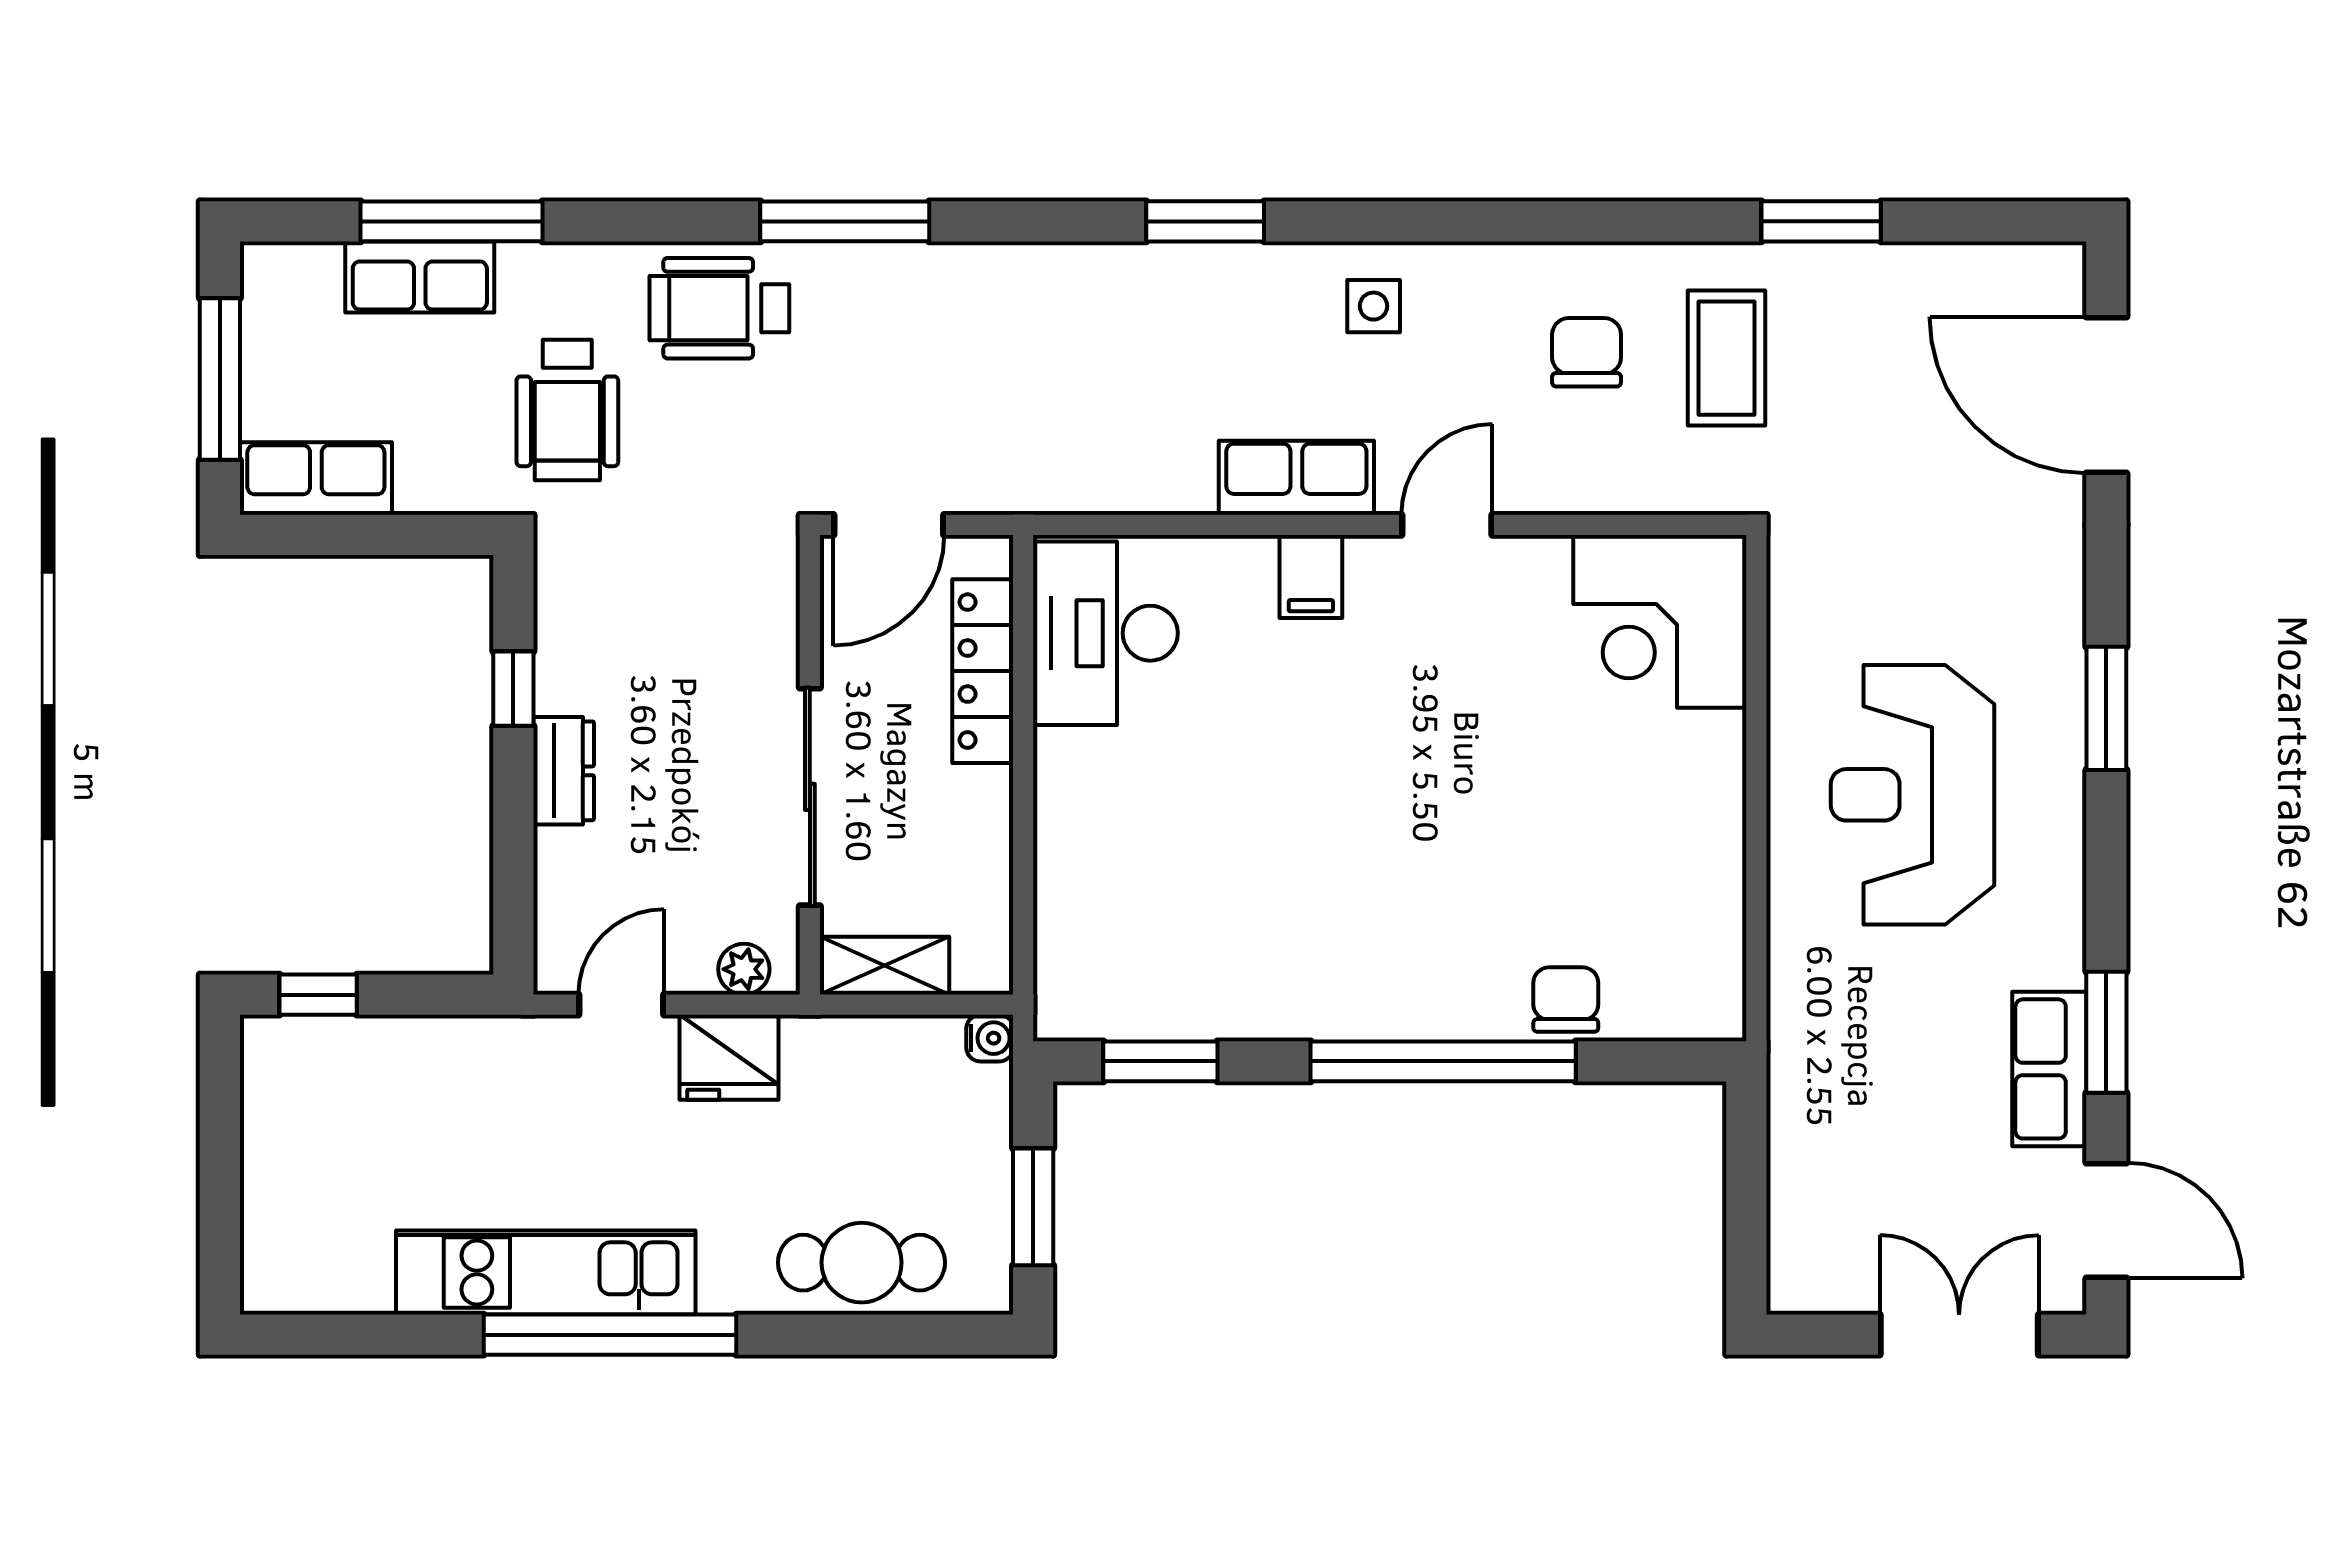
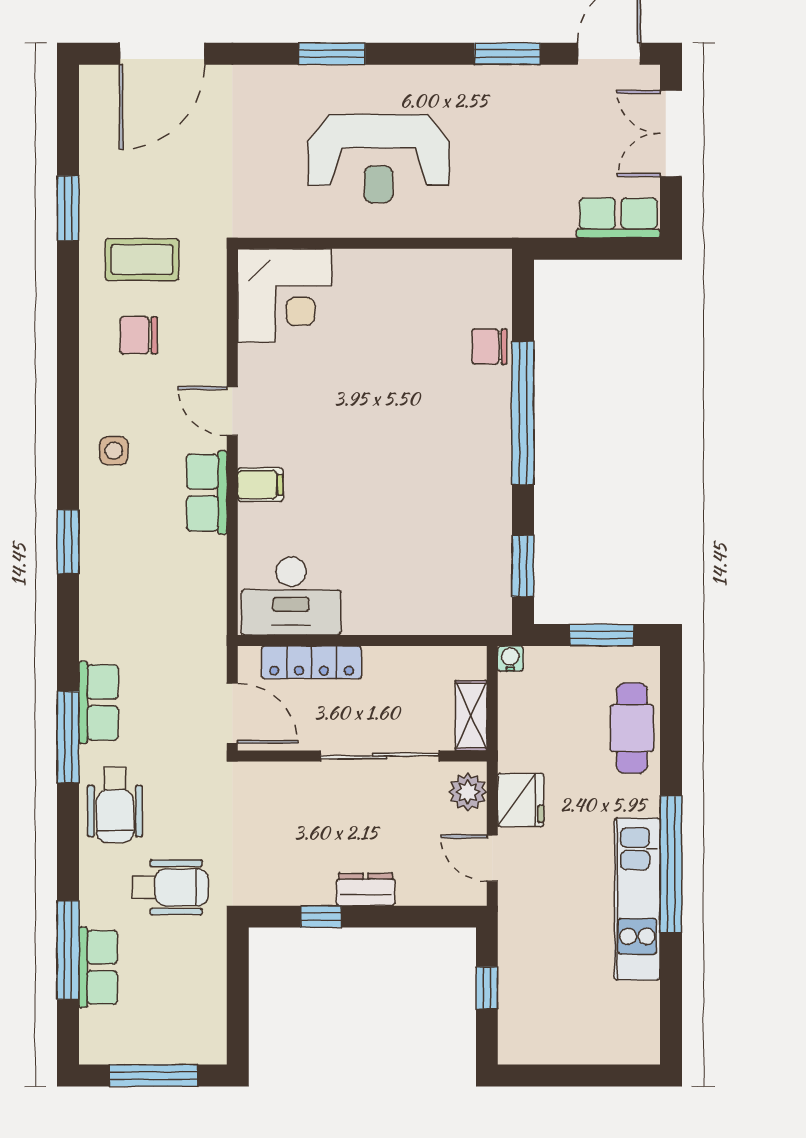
row of seats: (316, 478) -> (99, 702), moved, turned 180
plant: (744, 969) -> (468, 792), width x1.38, depth x1.38
window: (318, 995) -> (487, 988), moved
row of seats: (2049, 1069) -> (618, 218), moved, turned 180

